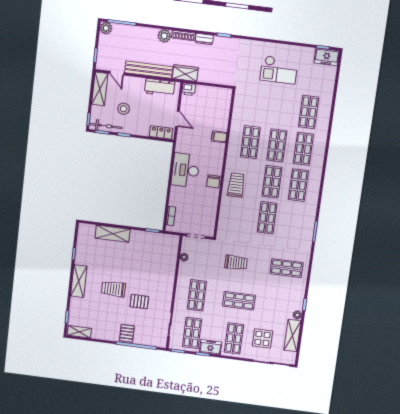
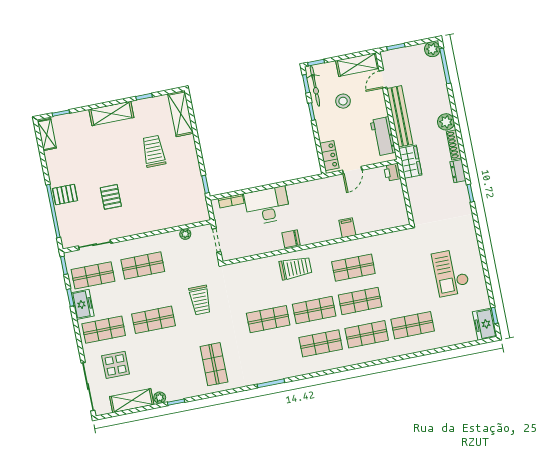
desk: (185, 170) -> (267, 206), moved
shelving: (113, 234) -> (181, 114), moved
trolley: (113, 289) -> (154, 151), moved
shop shelf: (239, 301) -> (153, 320), turned 90

